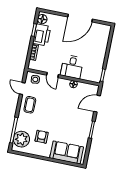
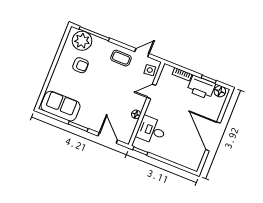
desk: (72, 67) -> (151, 130), moved
sofa: (67, 152) -> (61, 106), moved, turned -90

